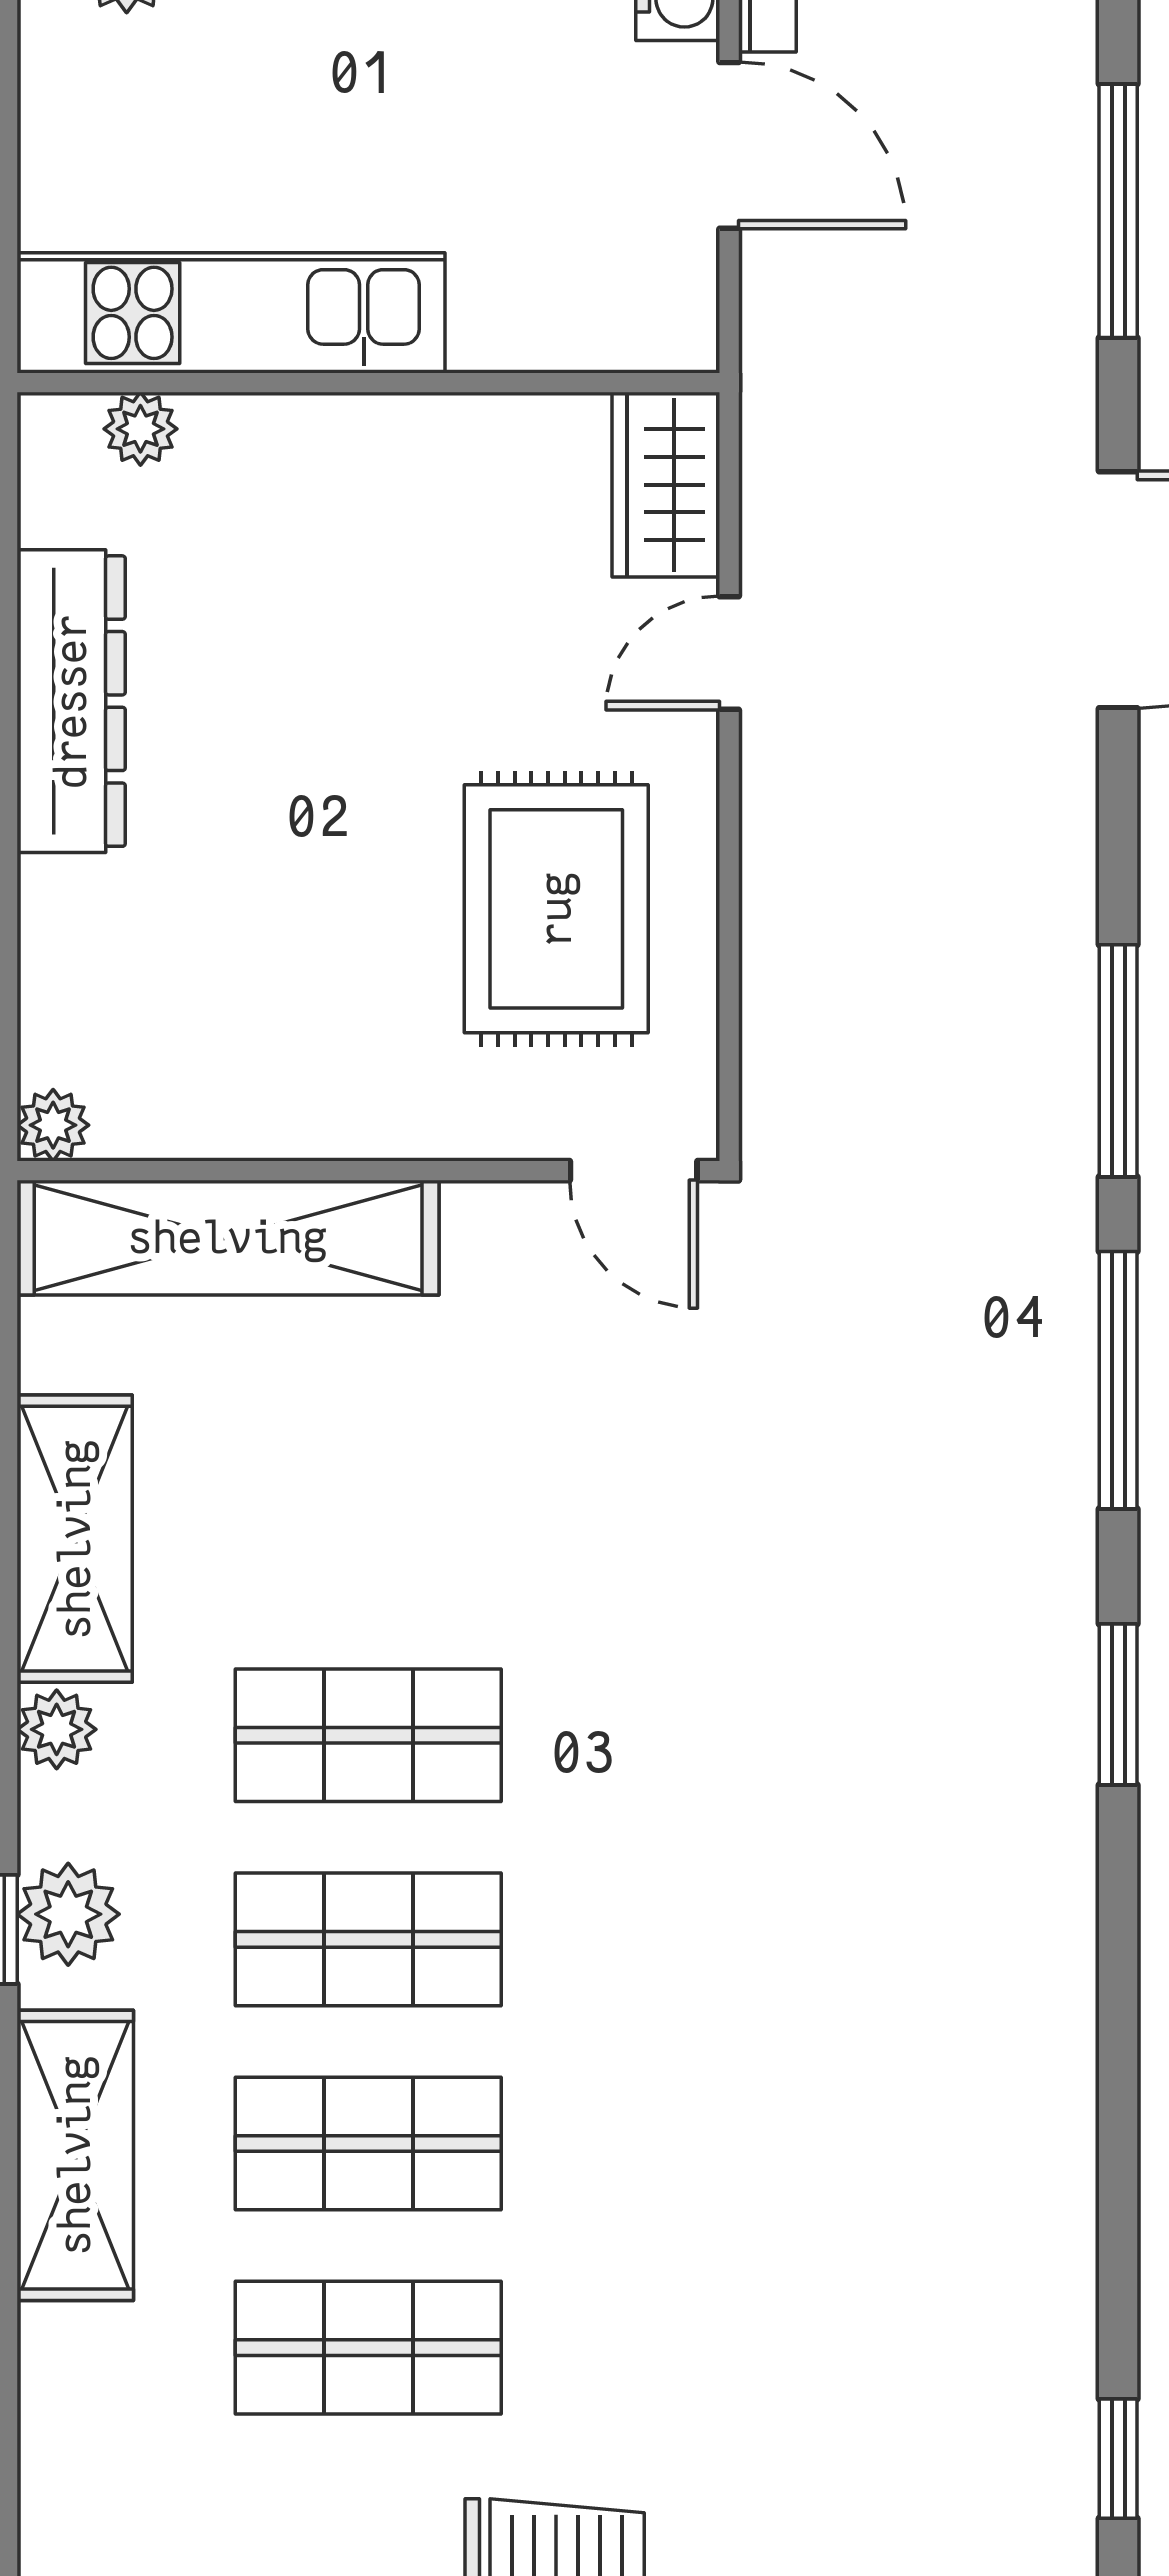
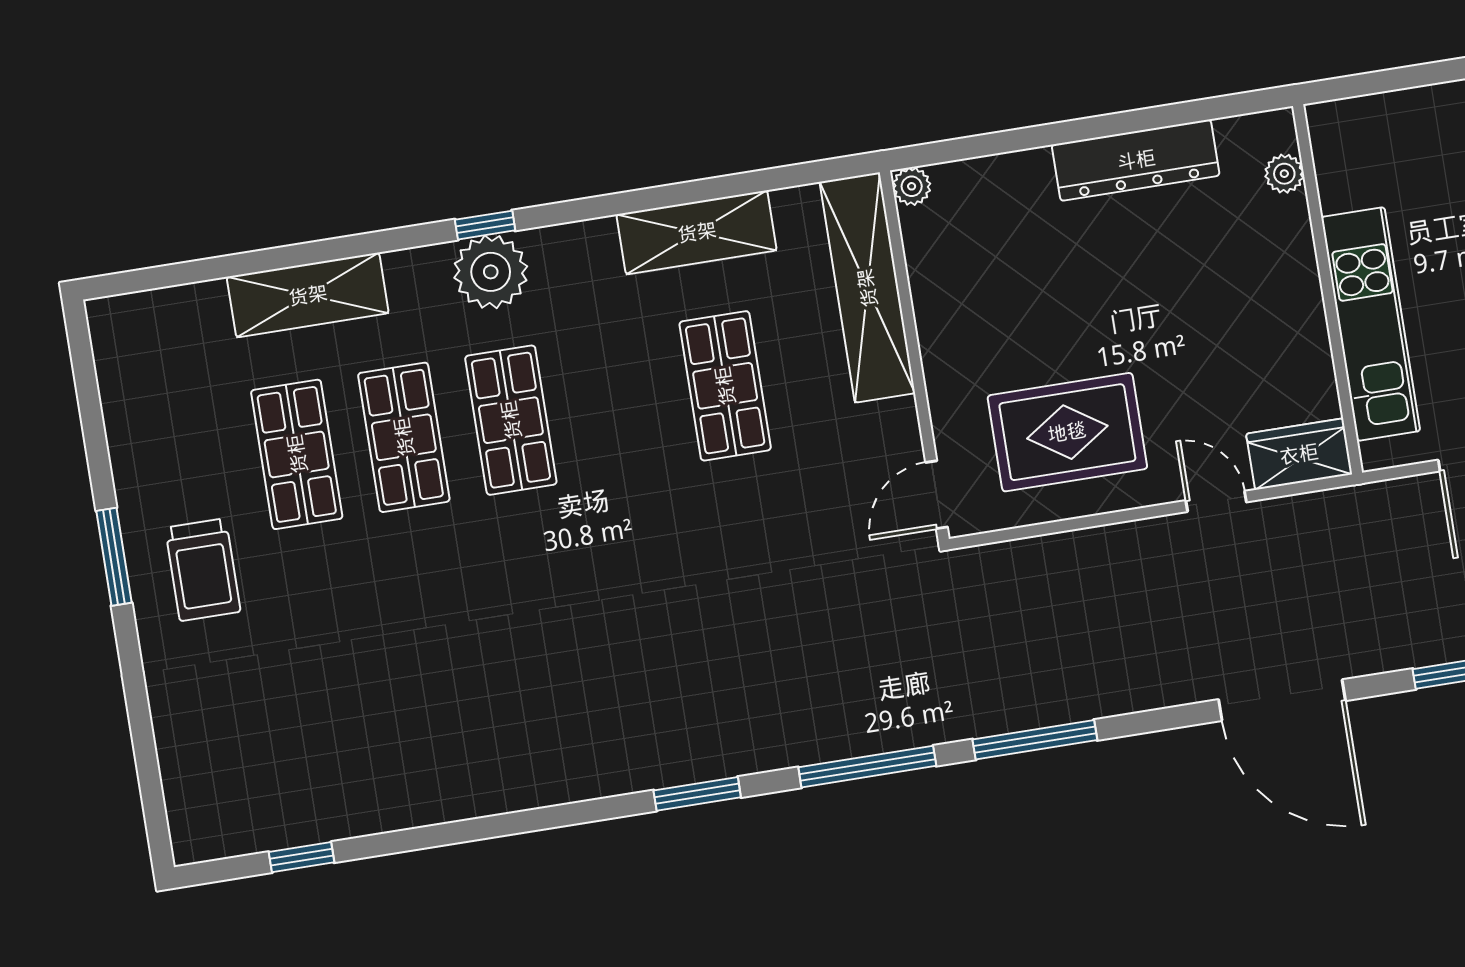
kitchen unit: (231, 313) -> (1371, 324), moved
plant: (57, 1729) -> (595, 239), removed
shop shelf: (368, 1735) -> (725, 386), moved
plant: (68, 1914) -> (491, 272), width x1.36, depth x1.36
shelving: (75, 2155) -> (308, 295), moved

